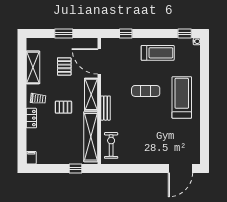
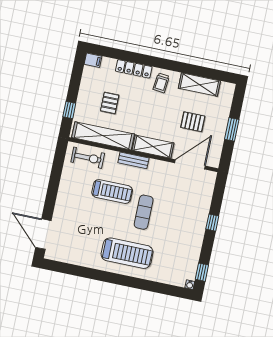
window: (126, 34) -> (212, 223), moved
treadmill: (158, 53) -> (112, 192), moved, turned -90
pallet: (63, 107) -> (110, 103), moved
locker: (31, 118) -> (134, 69), width x1.53

